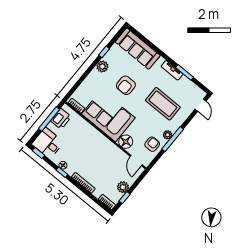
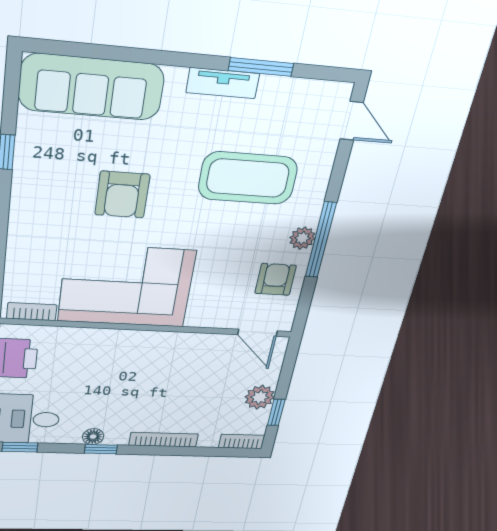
plant: (102, 66) -> (29, 189), removed
floor lamp: (126, 142) -> (207, 312), removed

